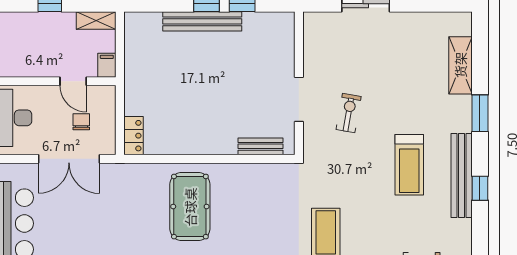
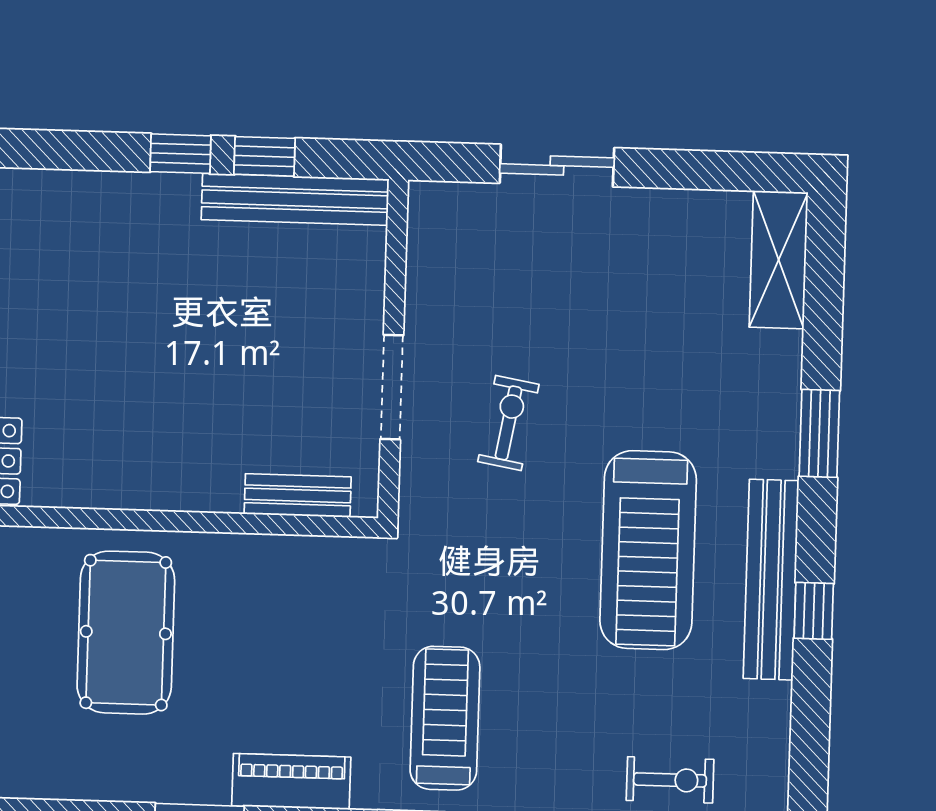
bench: (202, 21) -> (295, 199), moved
shelving: (460, 65) -> (779, 260), moved
treadmill: (409, 165) -> (648, 550), width x1.37, depth x1.38

